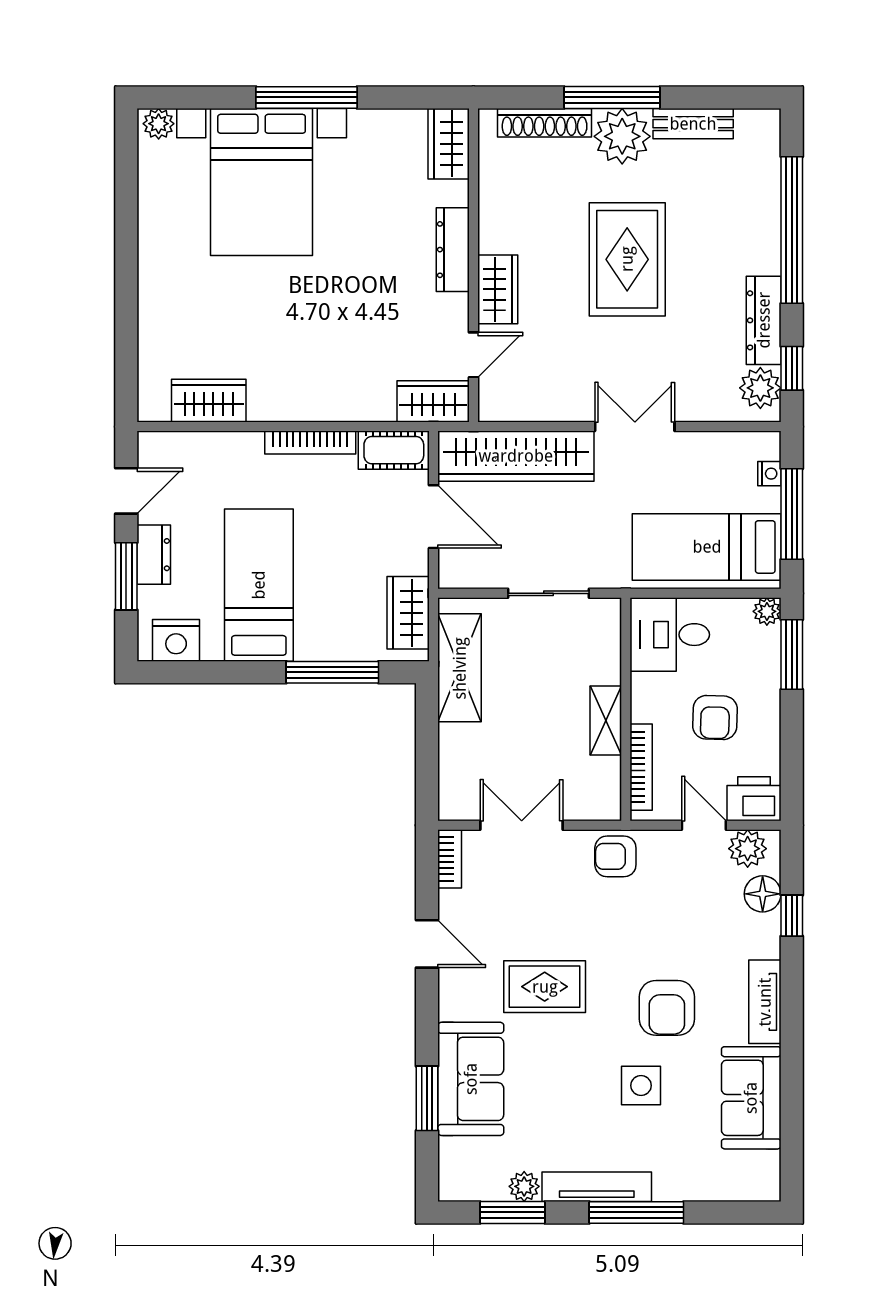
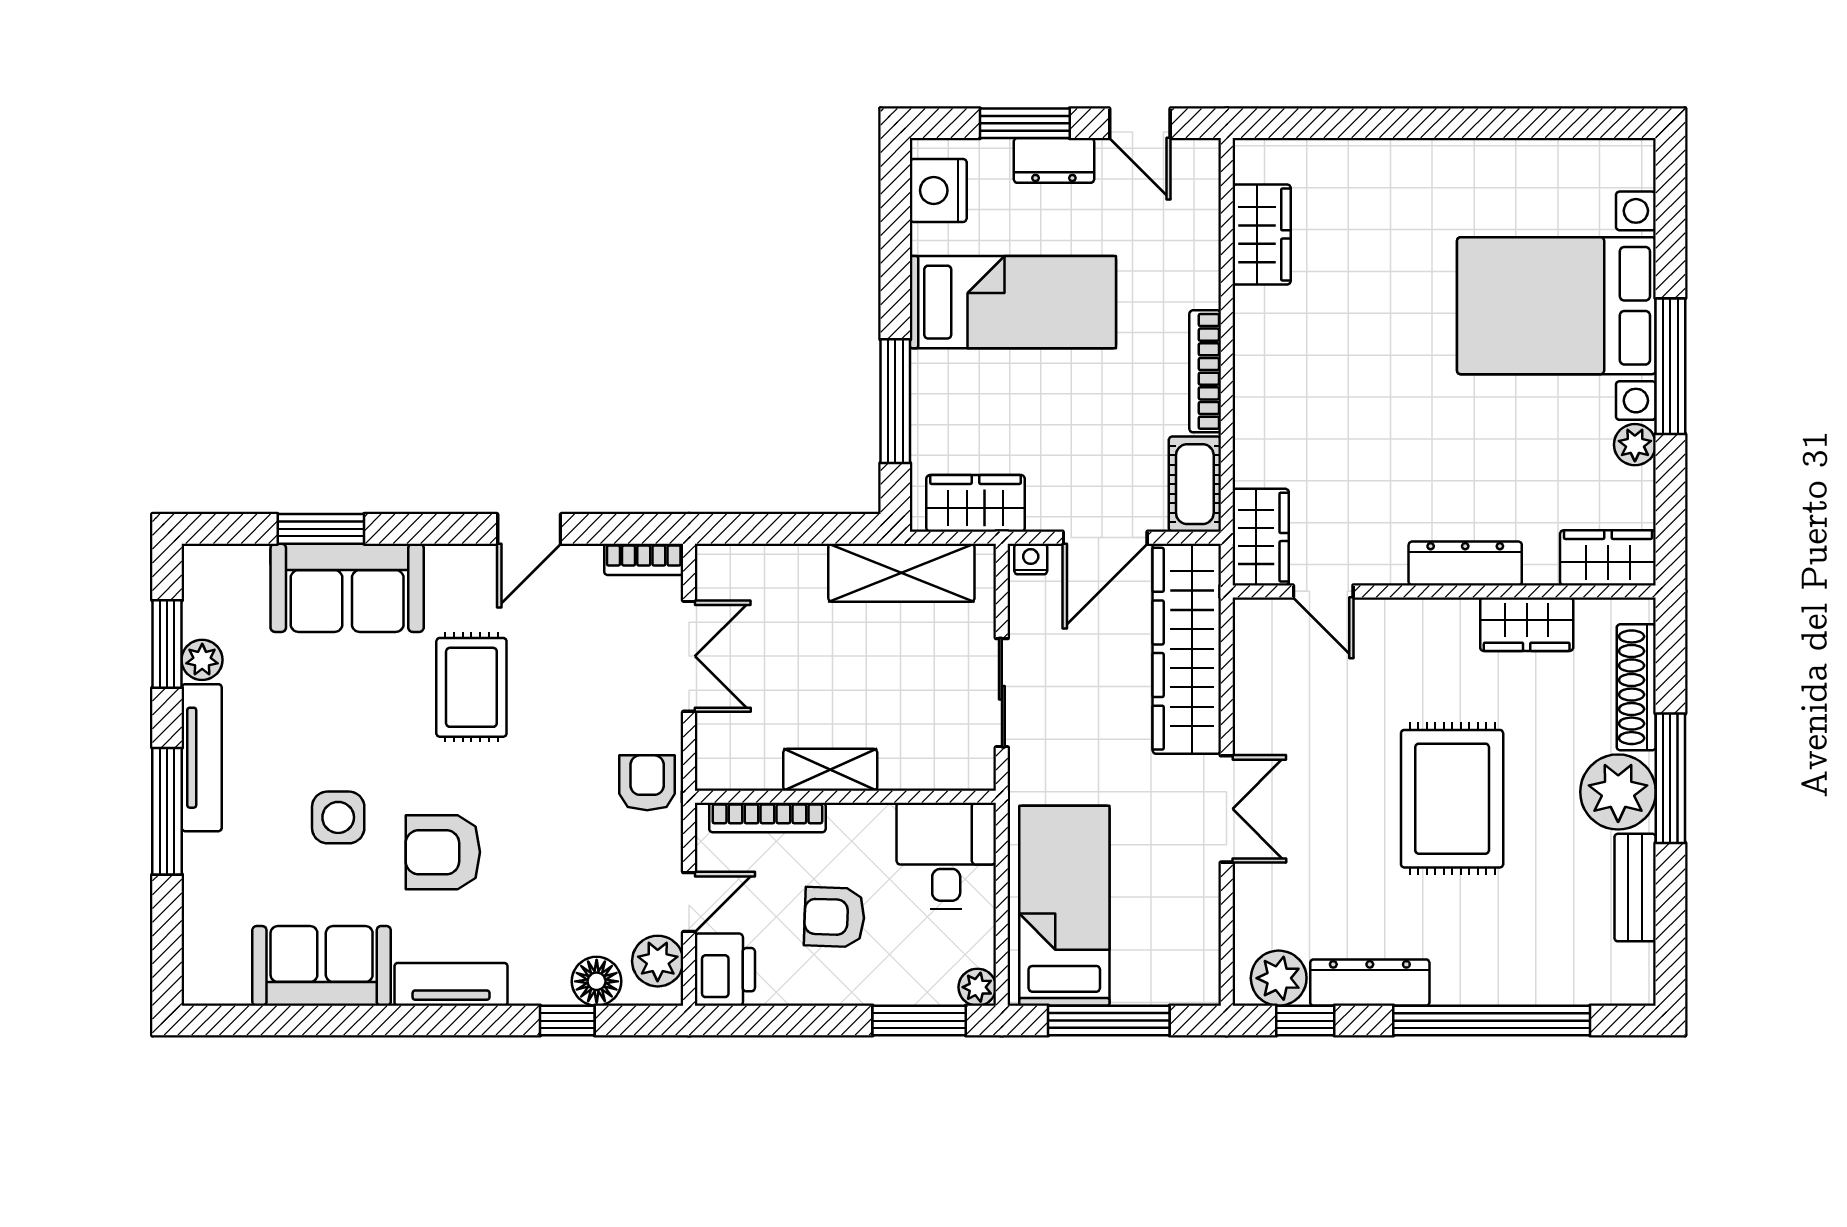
plant: (159, 124) -> (1635, 445), moved
rug: (627, 259) -> (1452, 799), turned 90
wardrobe: (498, 289) -> (1527, 624), moved
nightstand: (769, 474) -> (1031, 559), moved, turned 180

